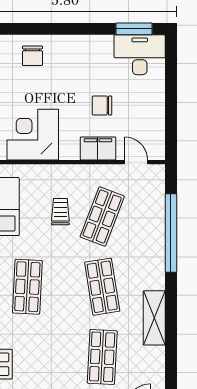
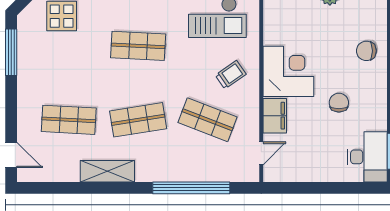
chair: (102, 106) -> (339, 103), moved
corner desk: (33, 135) -> (288, 71), moved
trolley: (60, 212) -> (231, 75), moved, turned -35

